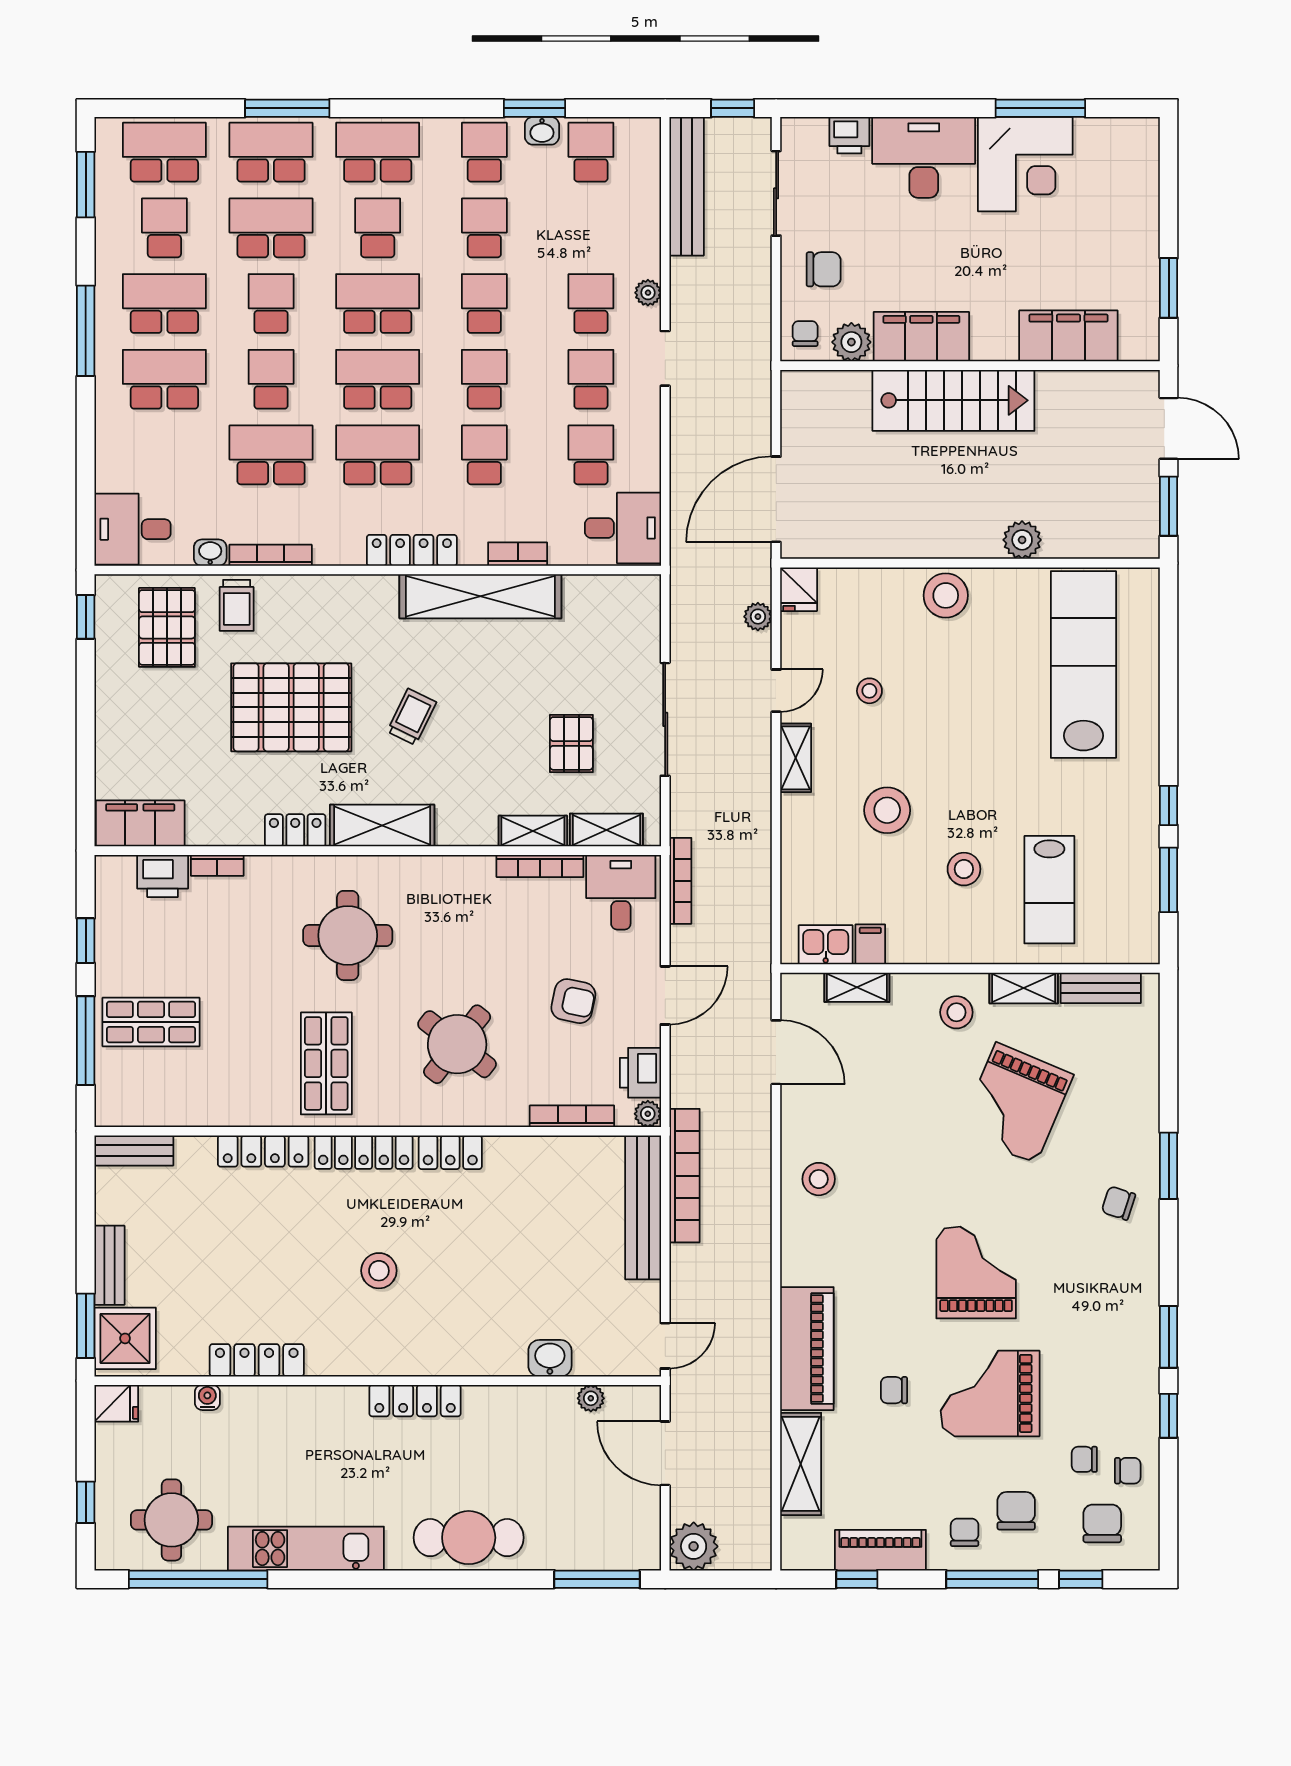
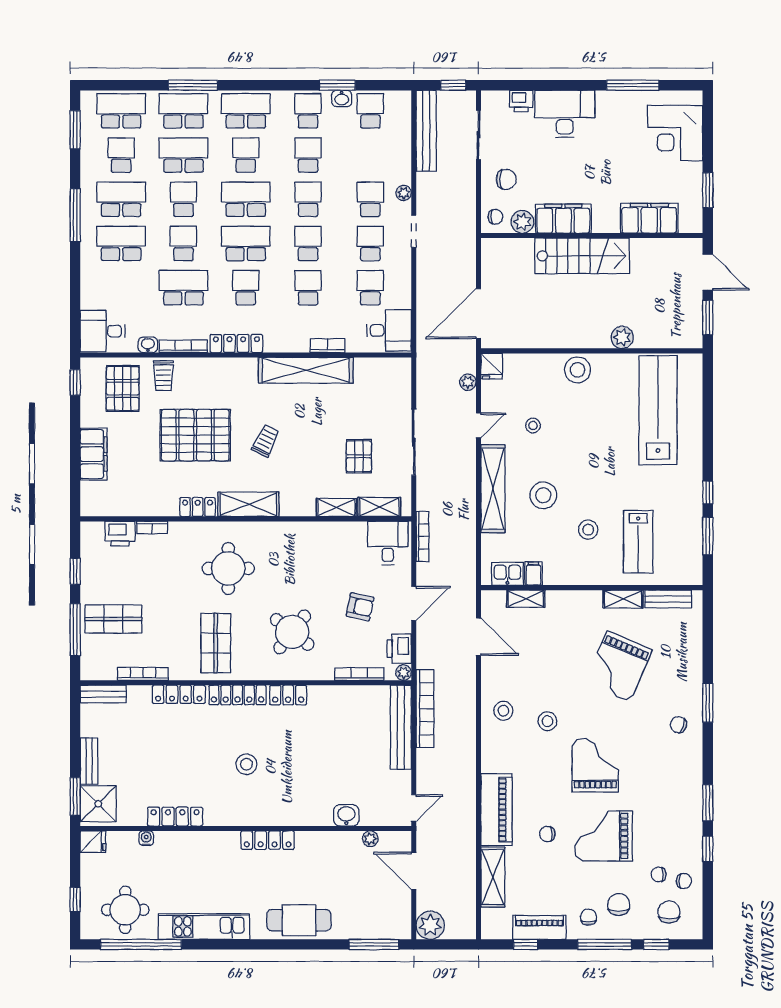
corner desk: (1025, 164) -> (675, 133), moved, turned 90
chair: (805, 334) -> (495, 217), turned 90
school desk: (378, 455) -> (246, 288), width x0.54
locker: (412, 550) -> (236, 343), moved
shelving: (796, 758) -> (493, 489), width x2.20, depth x1.33
filing cabinet: (140, 823) -> (94, 454), moved, turned 90
bookcase: (540, 866) -> (143, 674), moved, turned 180
stool: (956, 1012) -> (547, 721), moved

